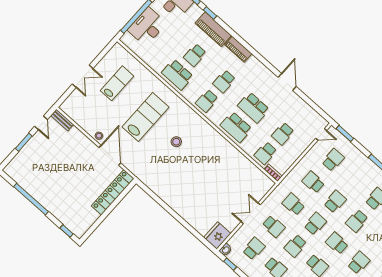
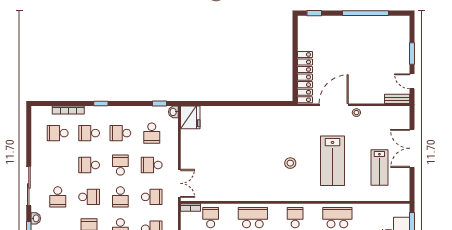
double door: (83, 76) -> (412, 148), width x1.37
door: (110, 155) -> (334, 105), swing flipped
double door: (251, 213) -> (179, 183), moved

